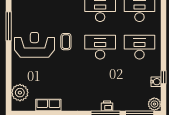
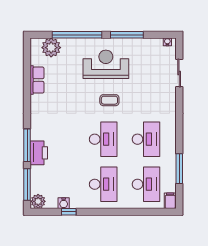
reception desk: (34, 45) -> (106, 64), turned -90
window: (9, 70) -> (77, 35), added
printer: (107, 106) -> (39, 153), width x1.87, depth x1.48

